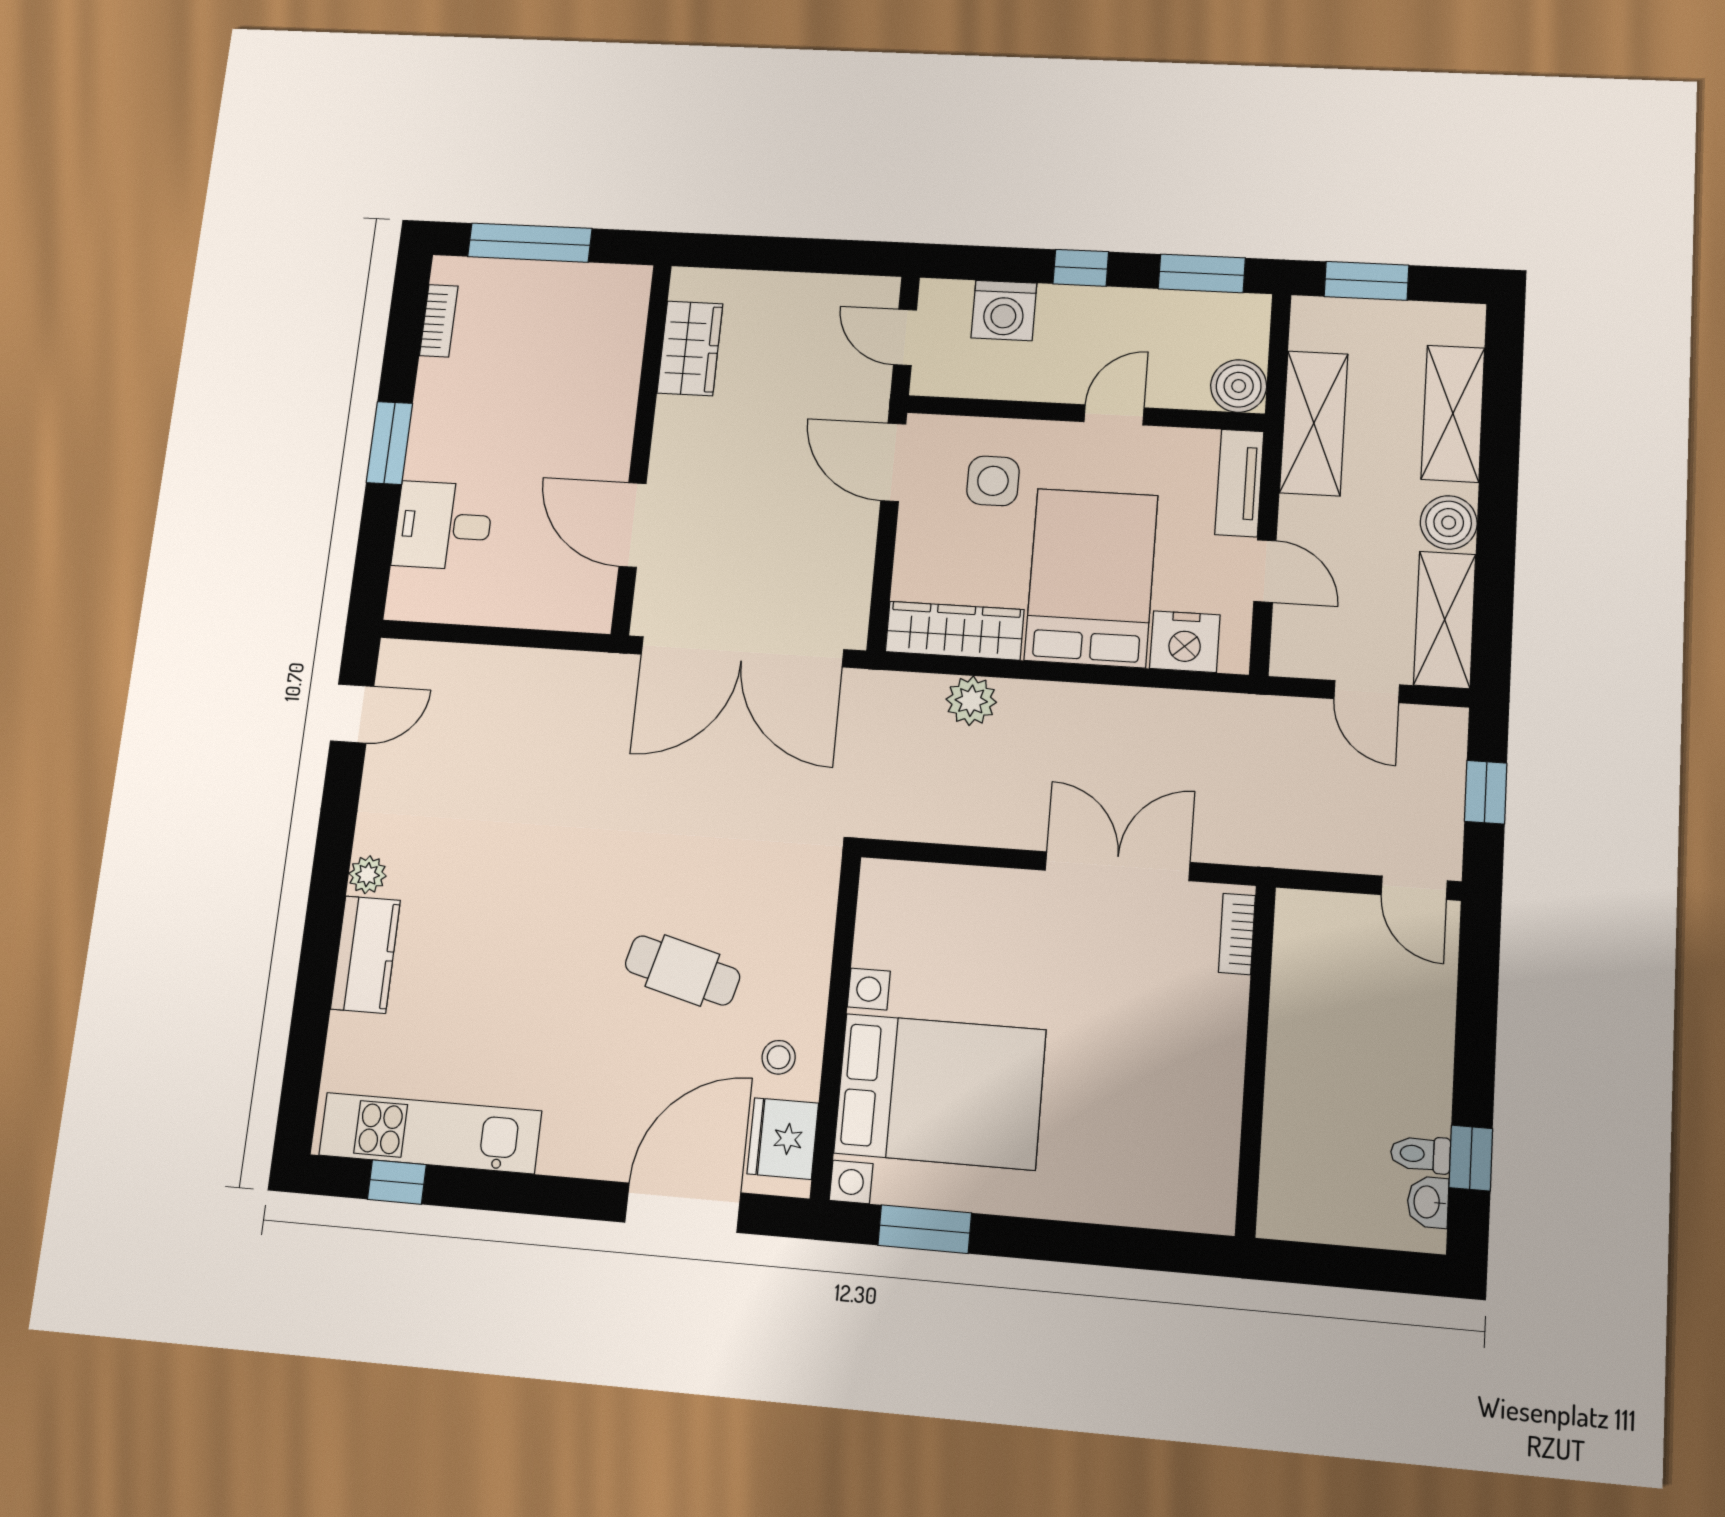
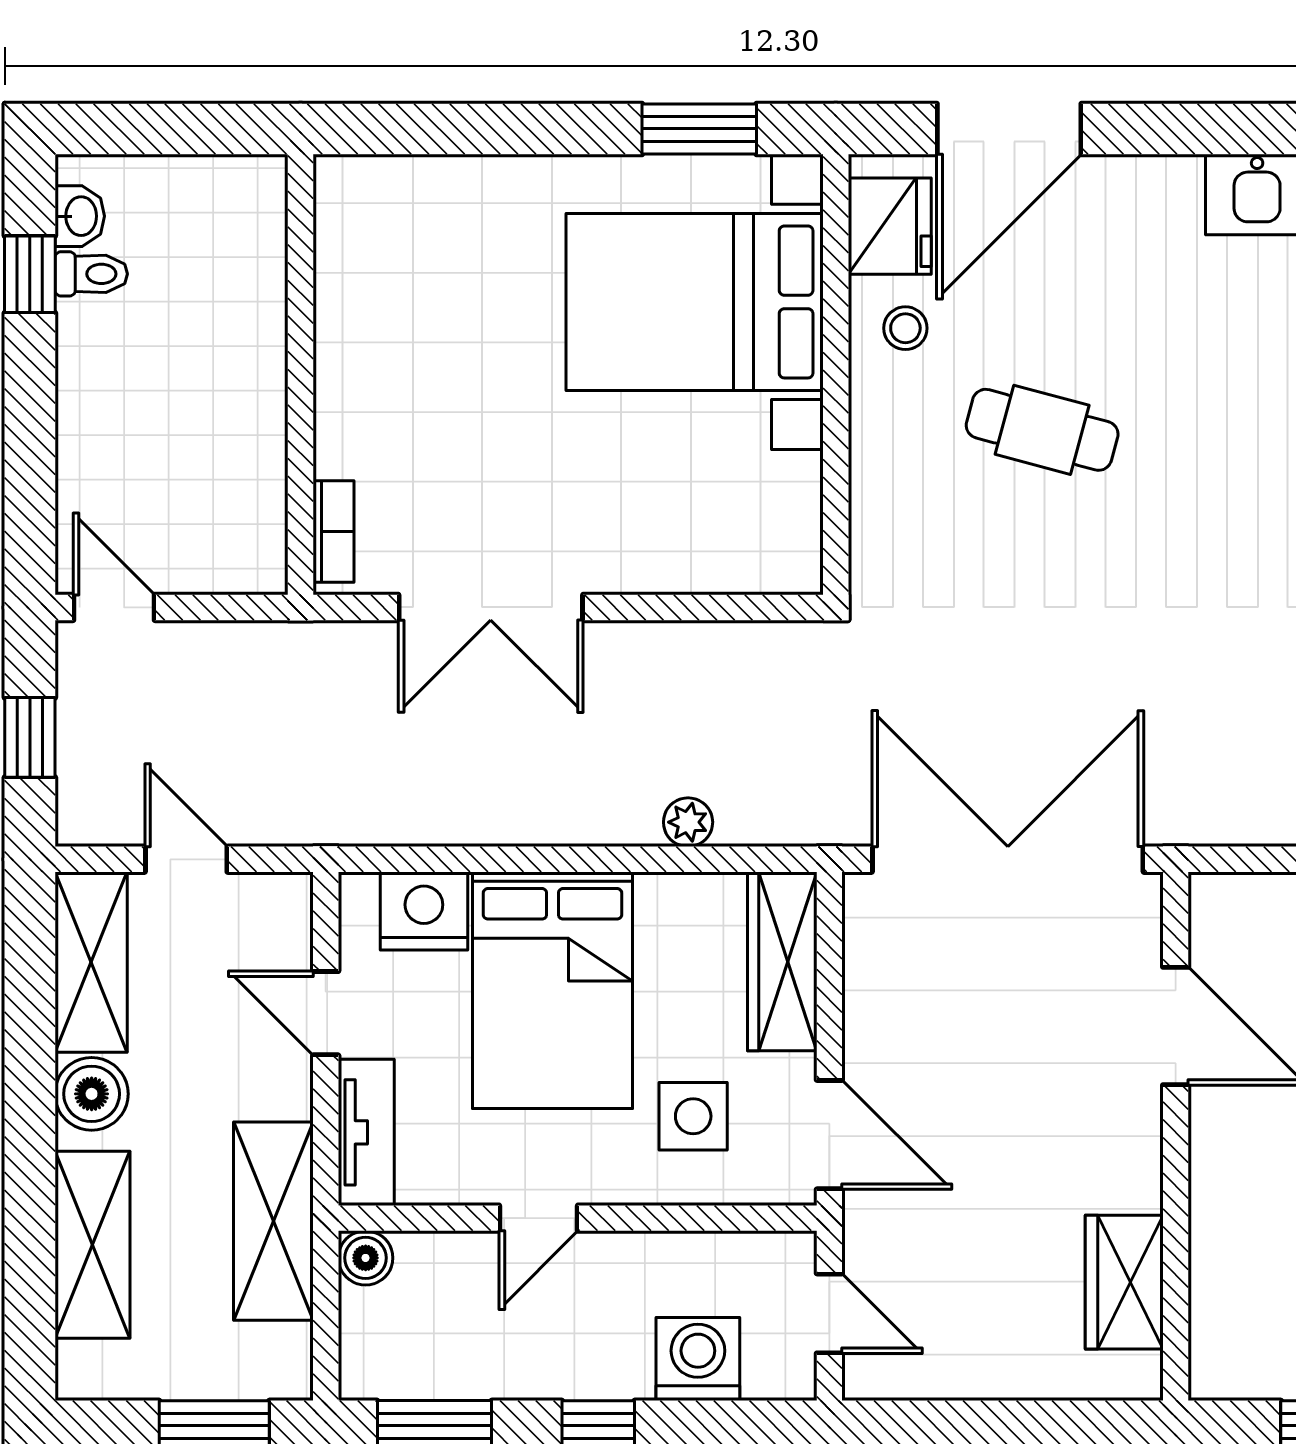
boiler: (1239, 386) -> (366, 1258), width x0.73, depth x0.73
wardrobe: (955, 631) -> (782, 961), moved, turned 90
plant: (971, 701) -> (688, 822), width x0.73, depth x0.73

